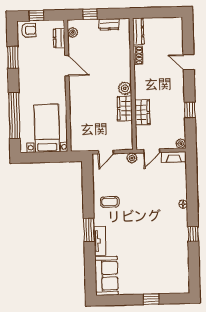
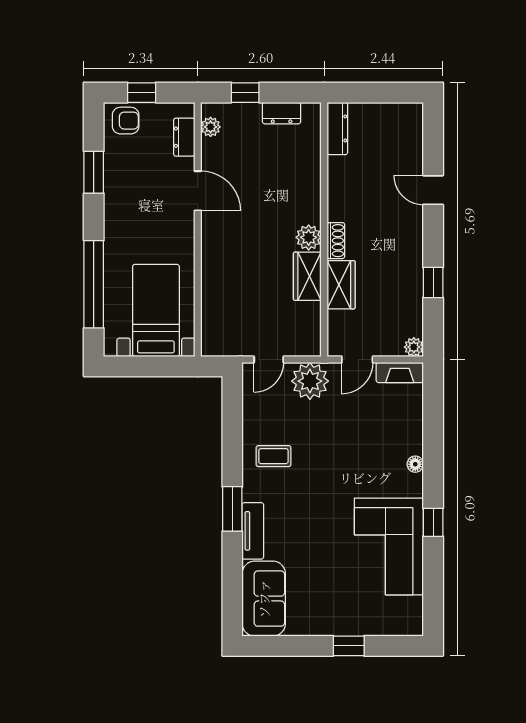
shoe rack: (138, 55) -> (336, 241), moved
plant: (132, 158) -> (310, 381), width x1.87, depth x1.87
corner sofa: (171, 247) -> (389, 546), added

